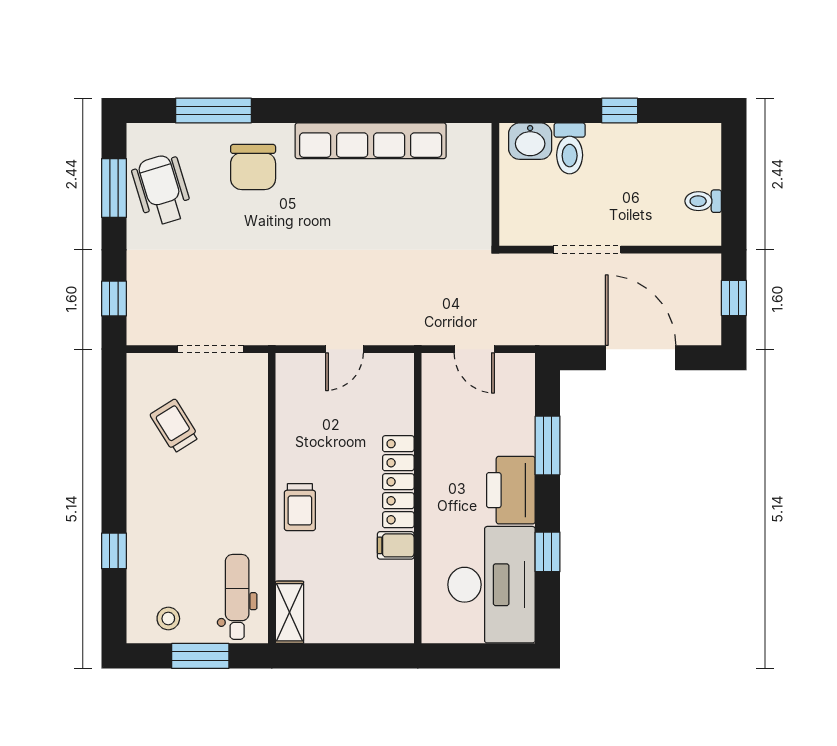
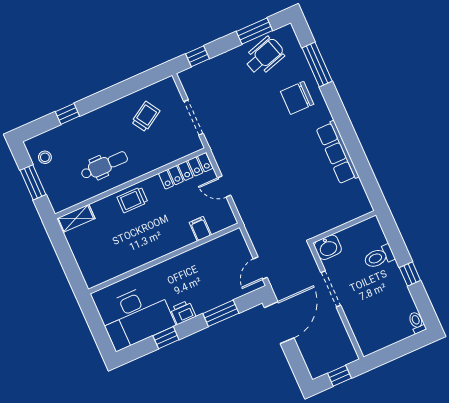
row of seats: (371, 141) -> (337, 152), width x0.73
washbasin: (530, 141) -> (328, 247), moved, turned -90
toilet: (703, 201) -> (417, 322), moved
door: (474, 349) -> (260, 268), moved
door: (641, 358) -> (279, 323), moved
locker: (398, 482) -> (186, 171), moved, turned 180
printer: (511, 490) -> (183, 312), width x0.53, depth x0.68
filing cabinet: (396, 545) -> (200, 229), moved
dental chair: (237, 597) -> (104, 165), moved

